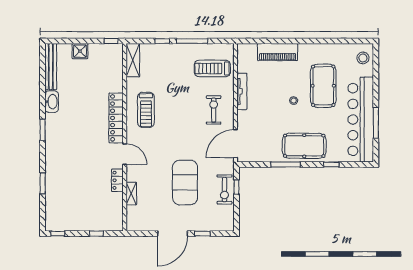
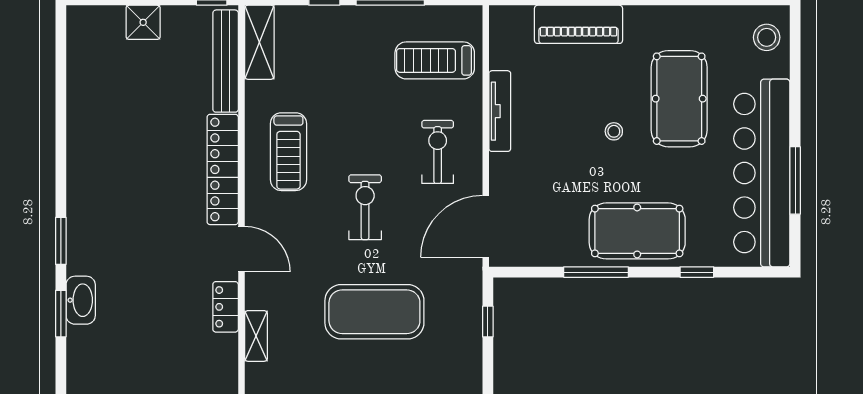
bench: (51, 67) -> (226, 61), moved
washbasin: (52, 102) -> (81, 300), moved
window: (43, 130) -> (61, 241), moved
exercise mat: (185, 182) -> (374, 312), turned 90
exercise bike: (224, 189) -> (365, 207), moved, turned 180

